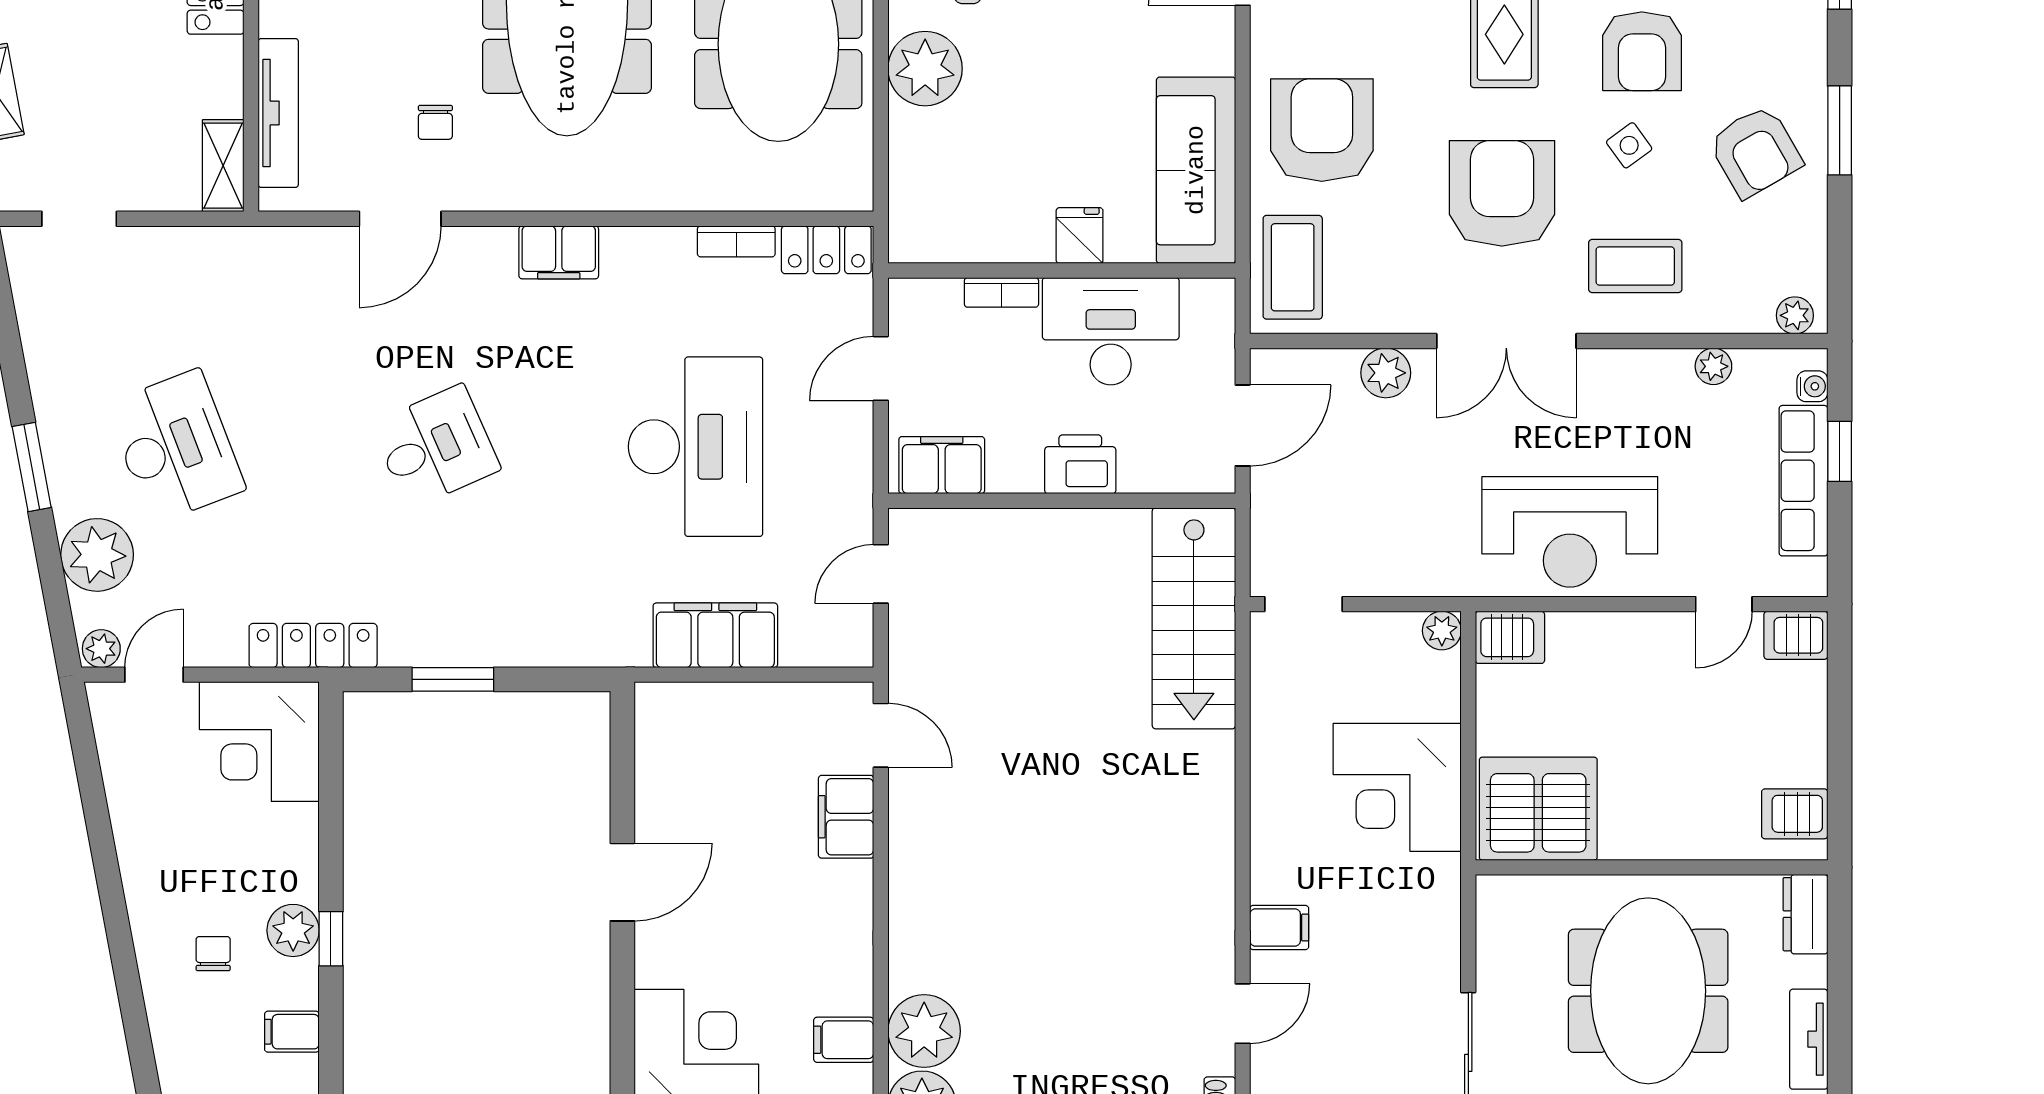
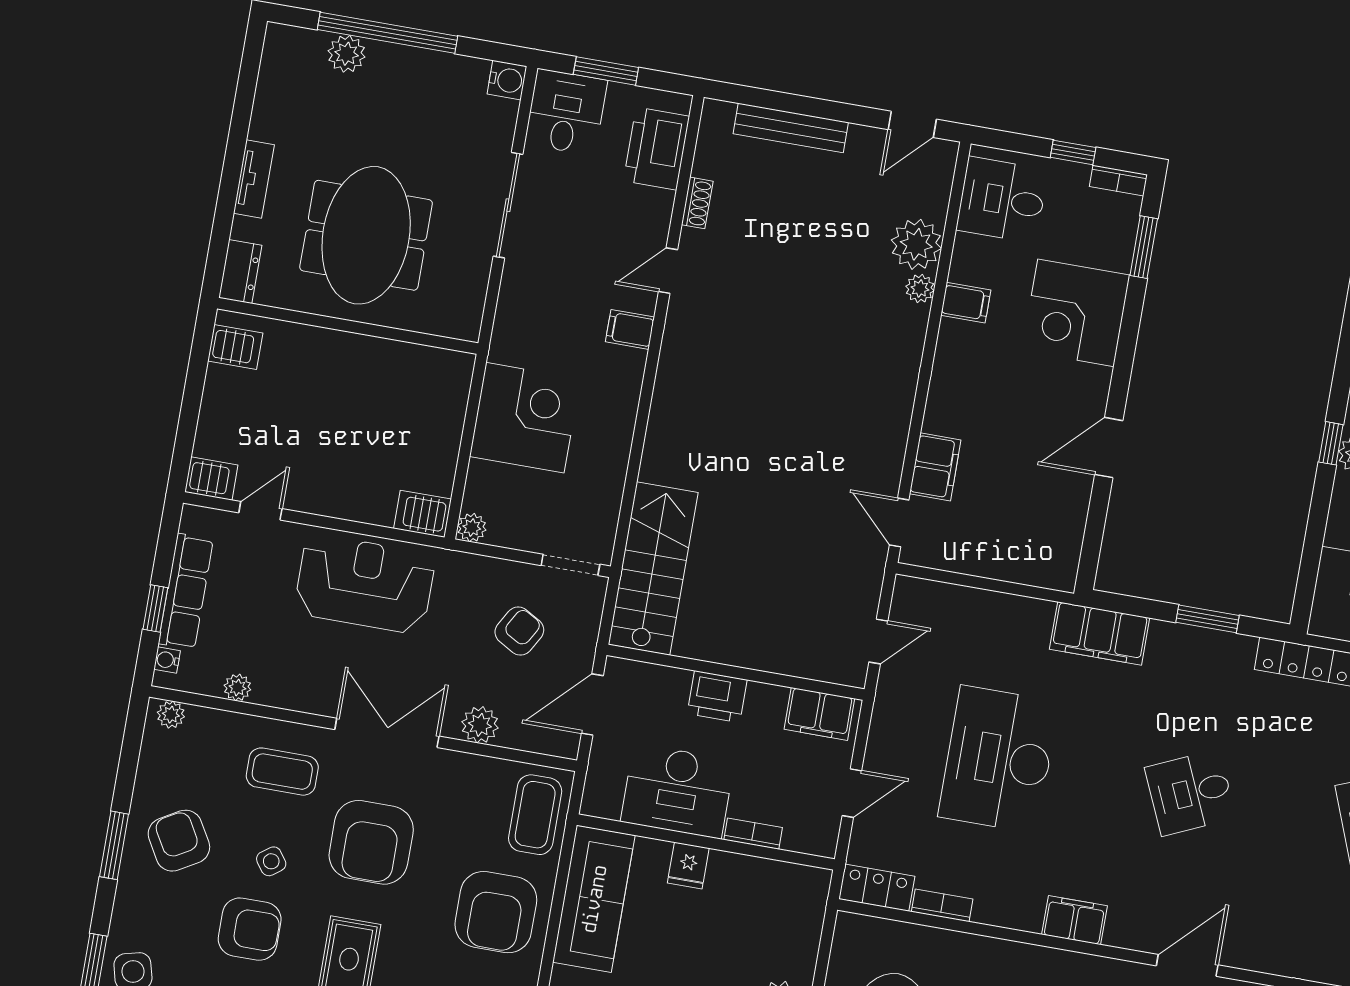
armchair: (1642, 51) -> (250, 929), turned 90
armchair: (1356, 505) -> (519, 631), added
filing cabinet: (715, 635) -> (1100, 634), moved
server rack: (1538, 809) -> (424, 384), removed
plant: (924, 1031) -> (920, 289), width x0.53, depth x0.53

